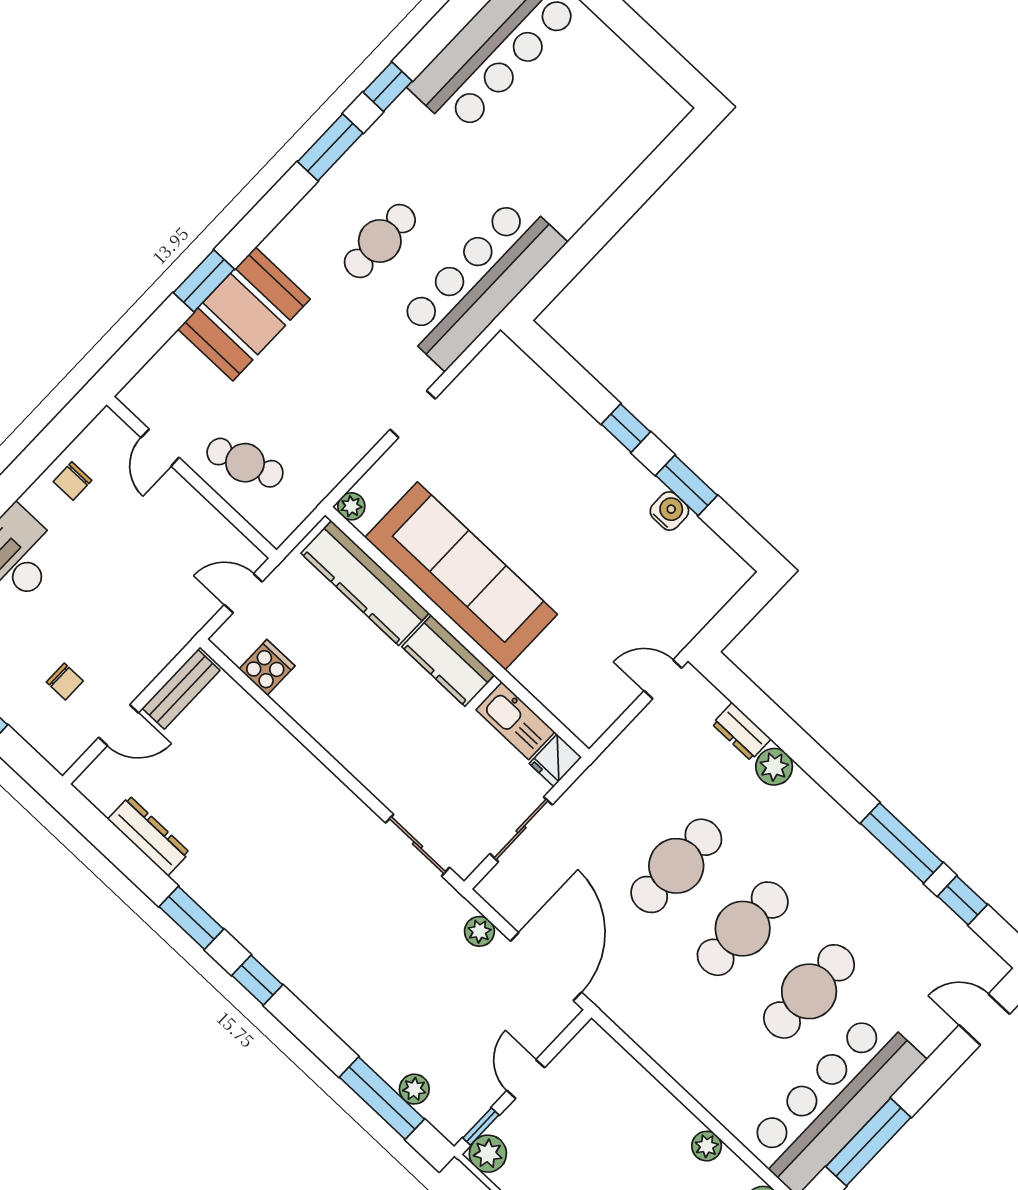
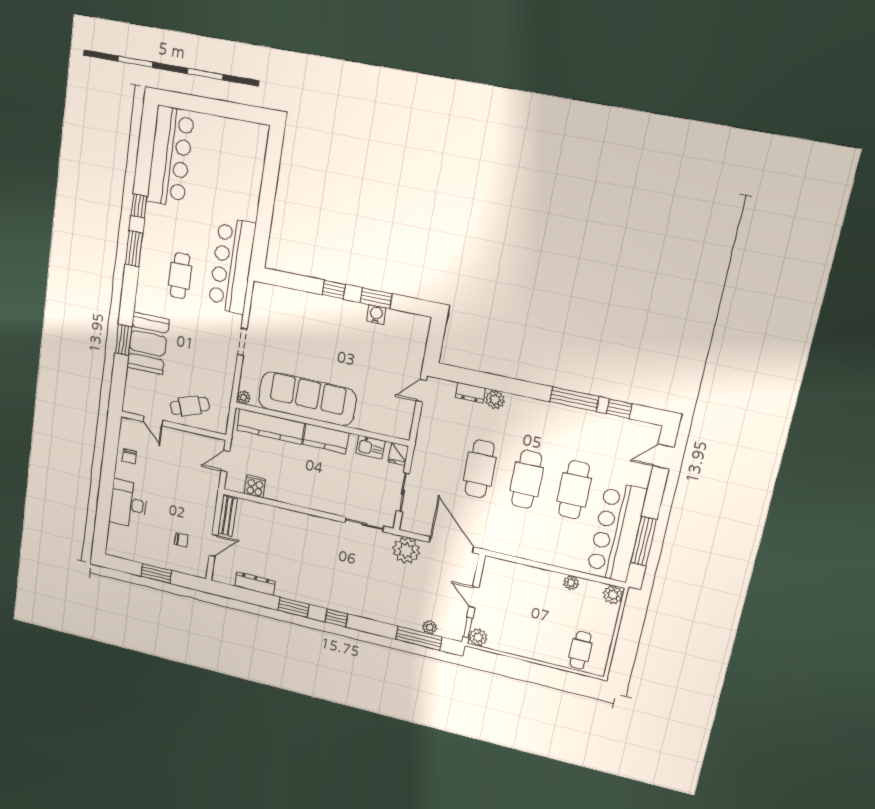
kitchen sink: (515, 721) -> (370, 447), width x0.73
plant: (479, 931) -> (406, 550), width x1.87, depth x1.87

